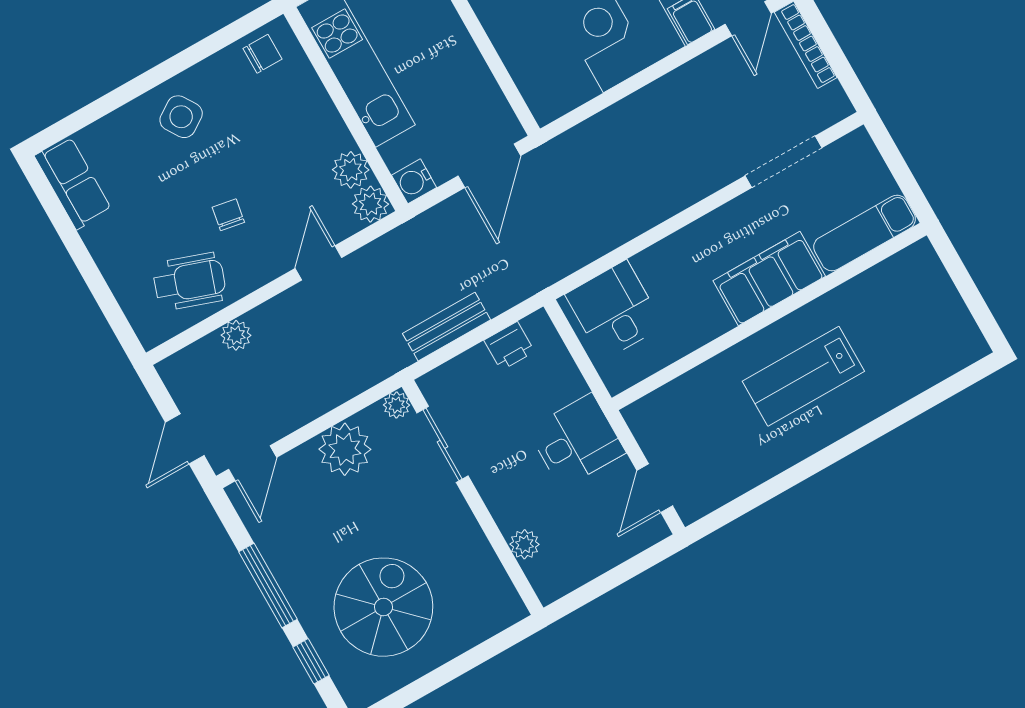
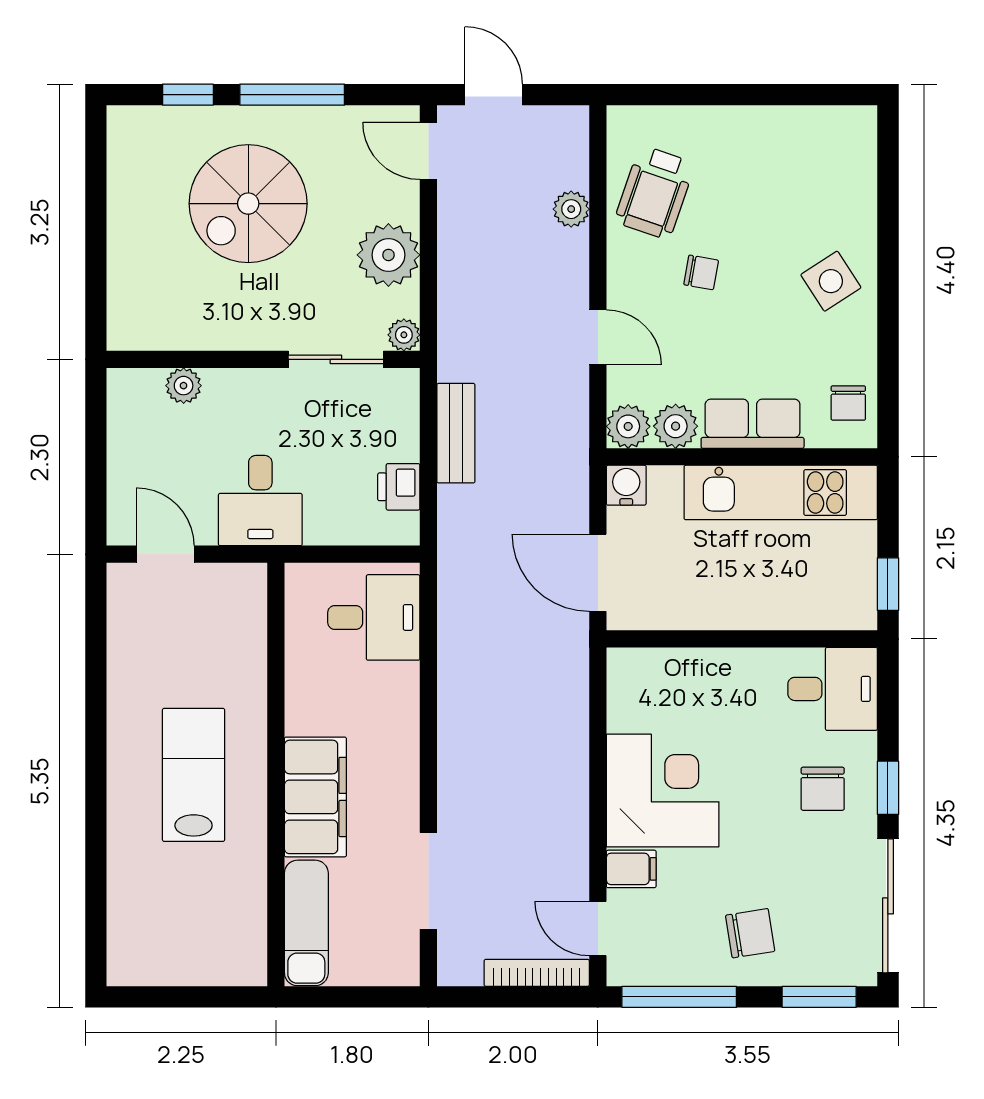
row of seats: (73, 183) -> (753, 424), moved, turned 180
spiral stairs: (383, 607) -> (248, 204), moved, turned 90

